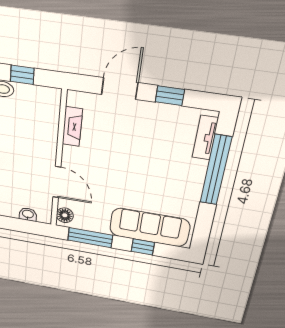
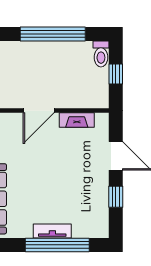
tv unit: (205, 138) -> (52, 231), moved
door: (57, 182) -> (39, 111), moved

